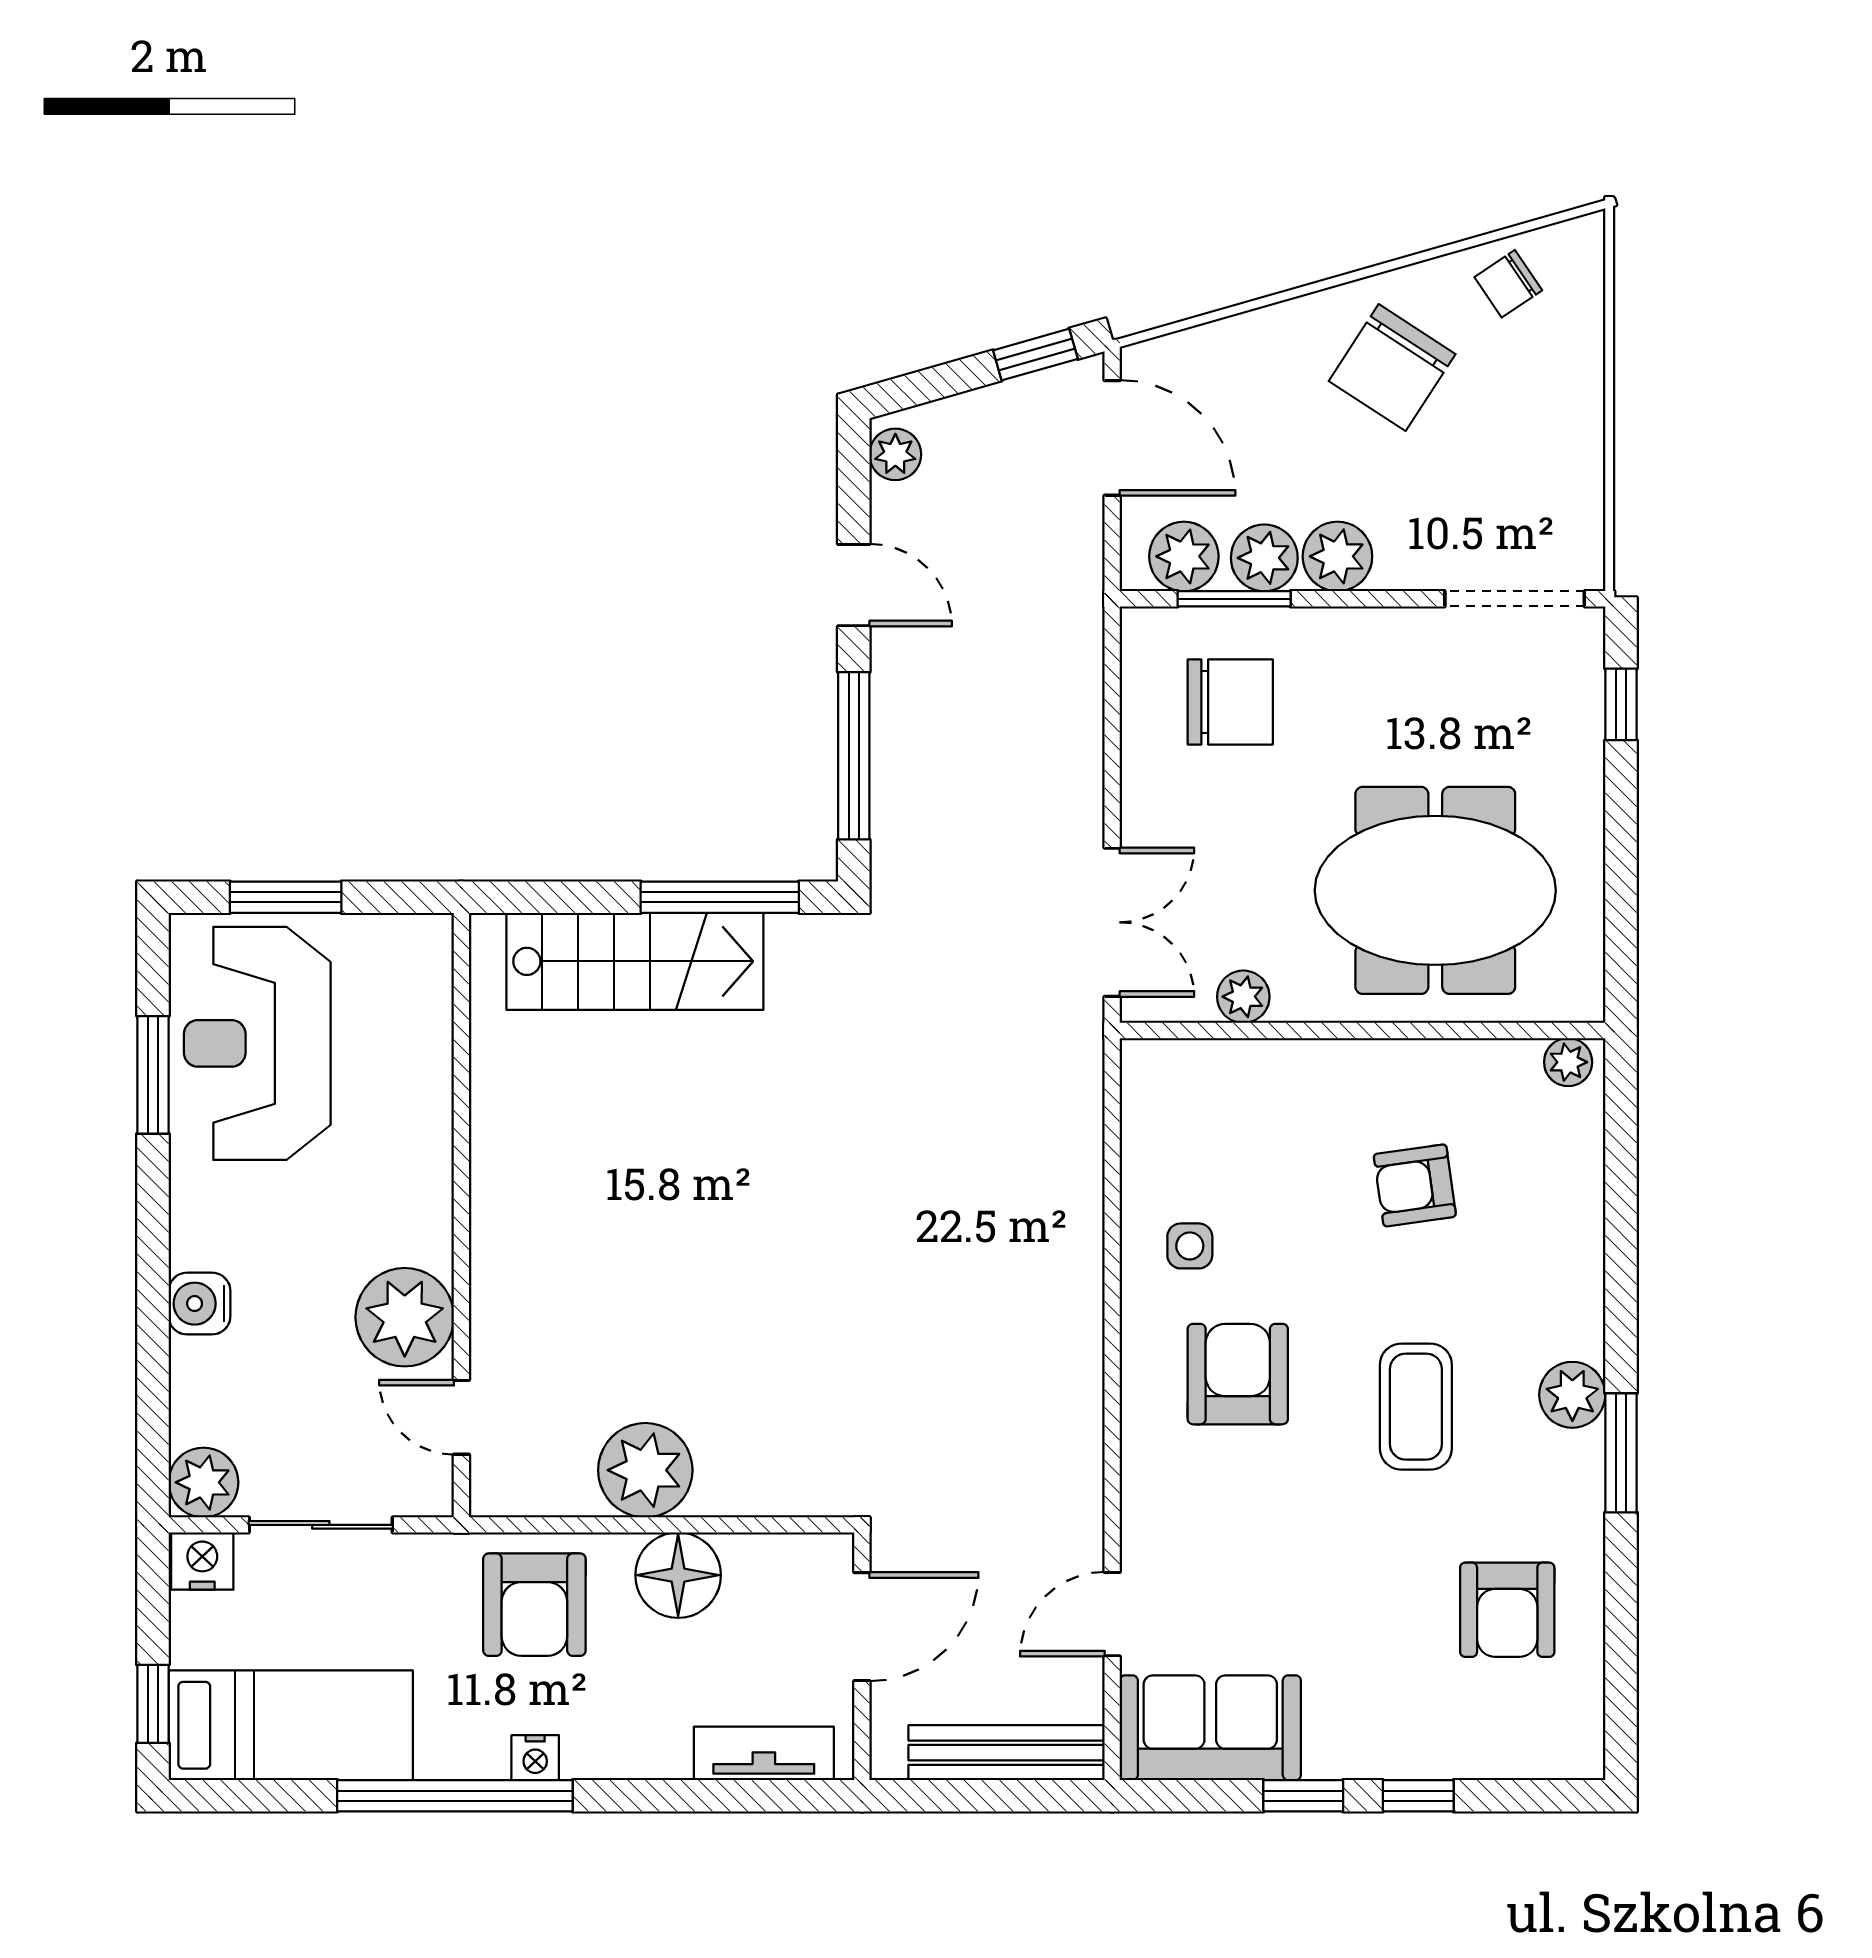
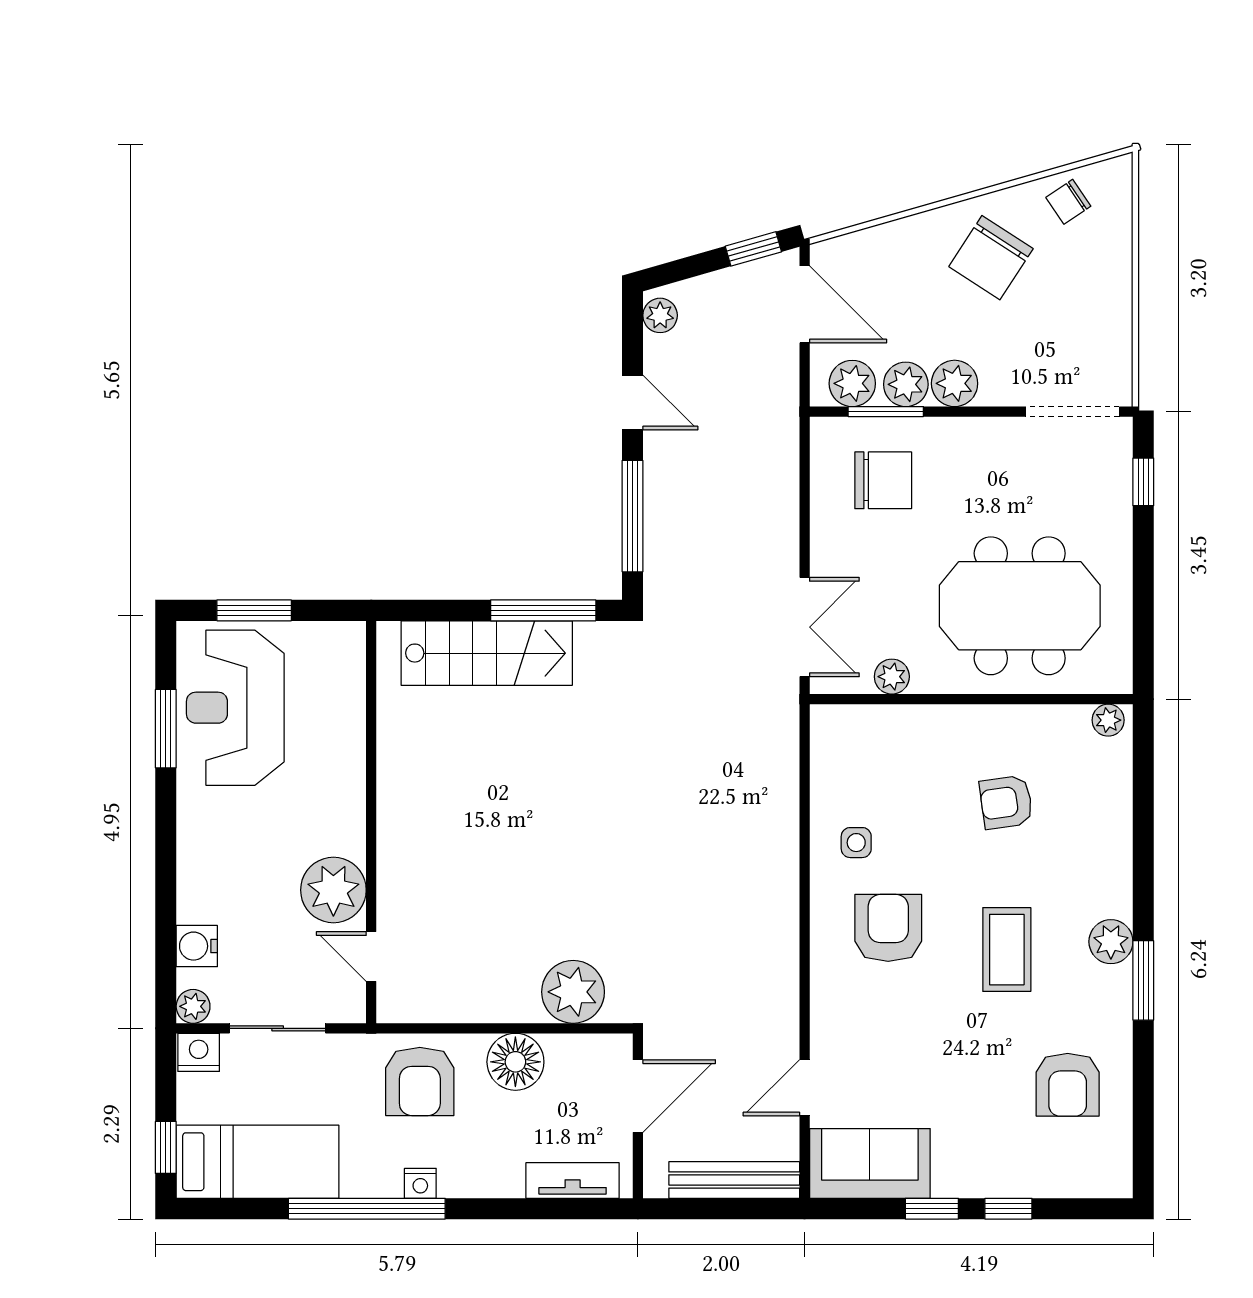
water cooler: (200, 1304) -> (197, 946), moved
plant: (645, 1470) -> (573, 992), moved
plant: (203, 1482) -> (193, 1006), width x0.73, depth x0.73

